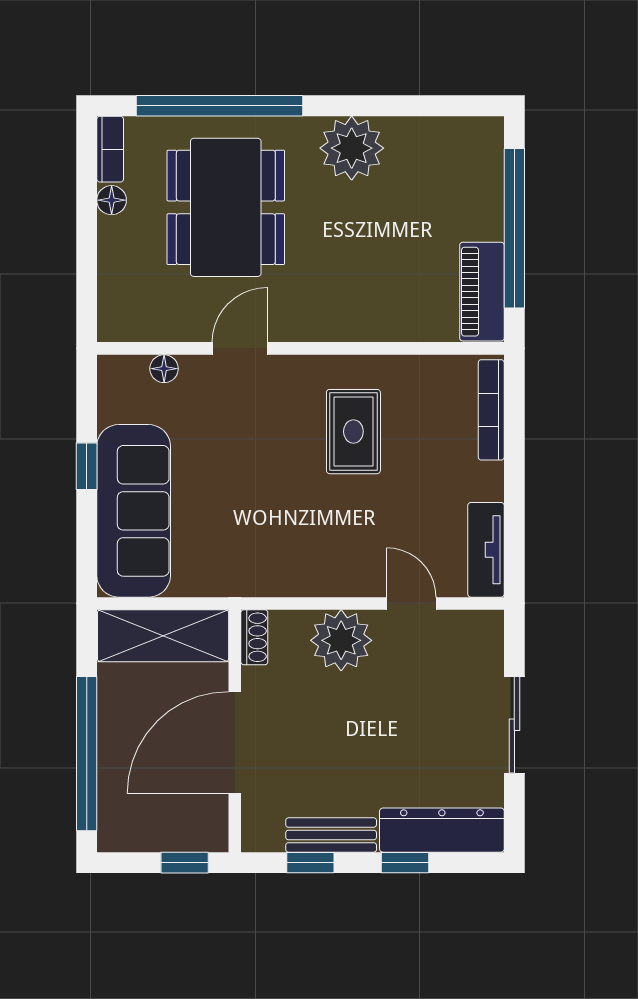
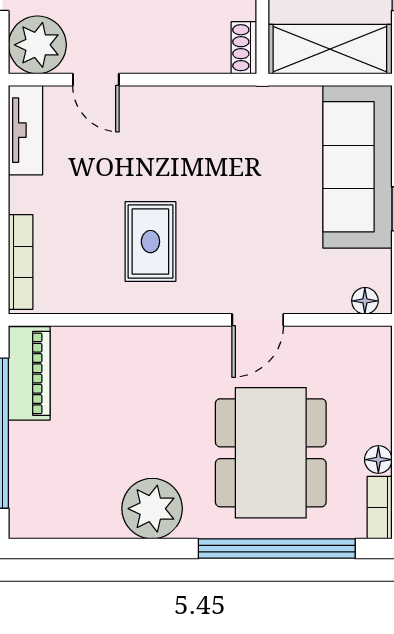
floor lamp: (164, 369) -> (365, 301), moved
plant: (341, 640) -> (37, 45), moved

